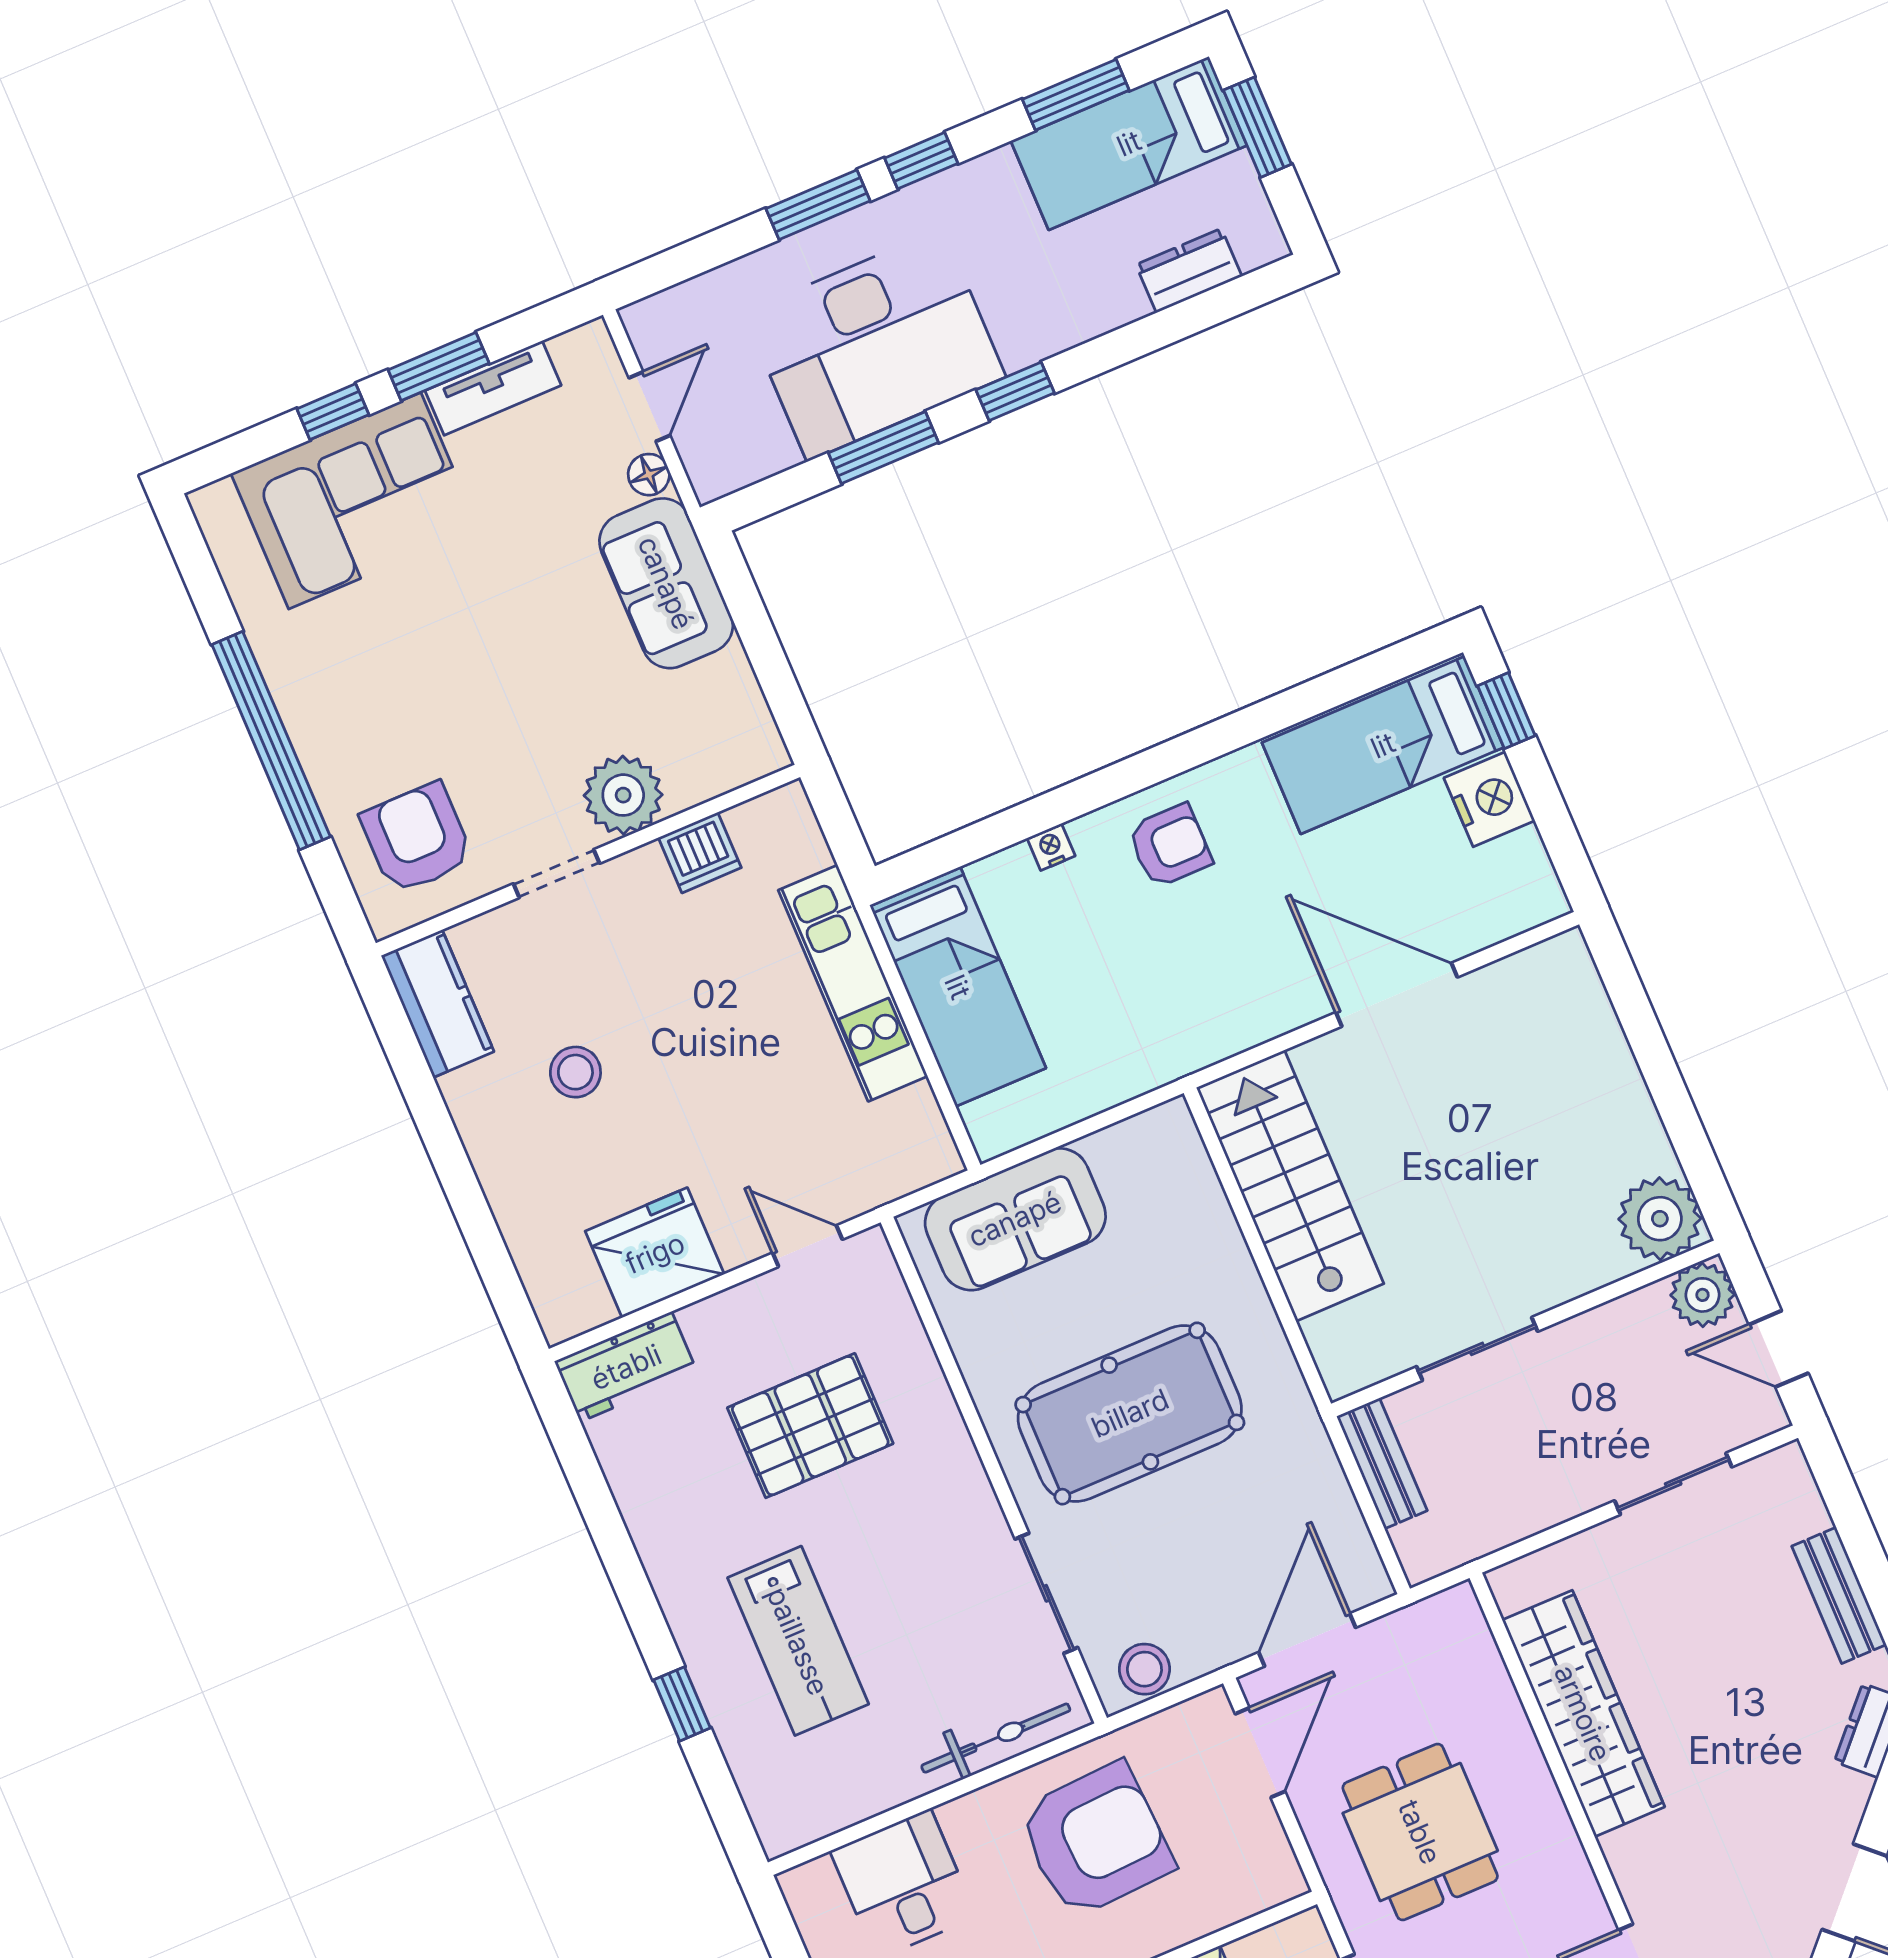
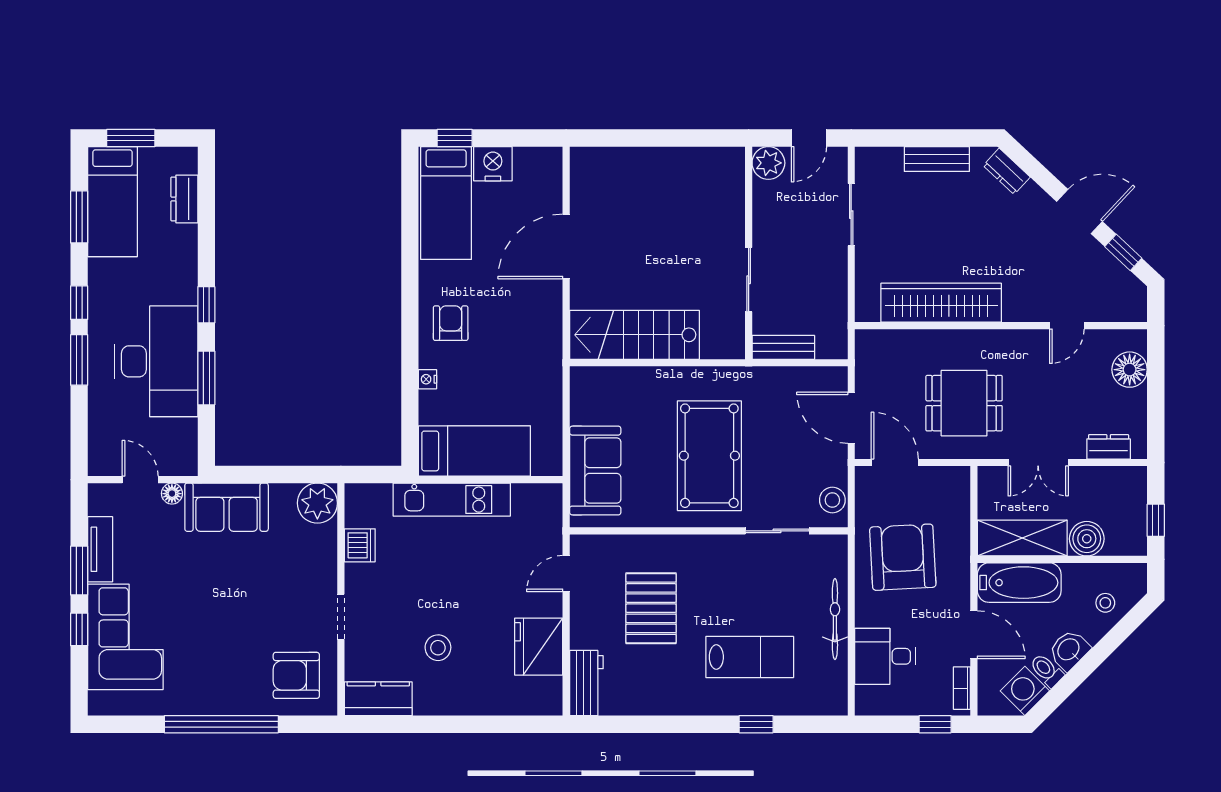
plant: (623, 795) -> (317, 503), moved
plant: (1660, 1219) -> (724, 168), removed
bicycle: (996, 1738) -> (835, 619), moved

